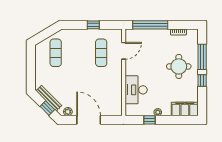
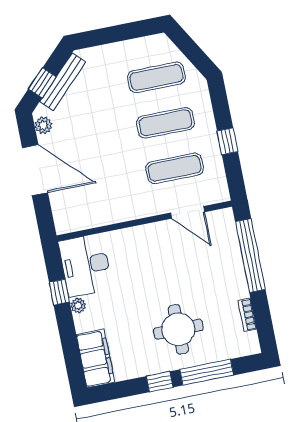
exercise mat: (78, 53) -> (165, 123), added
desk: (136, 90) -> (85, 265), moved, turned -90
door: (89, 120) -> (35, 170), hinge flipped

